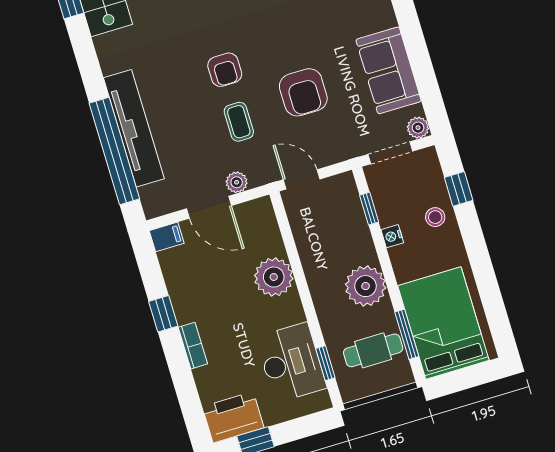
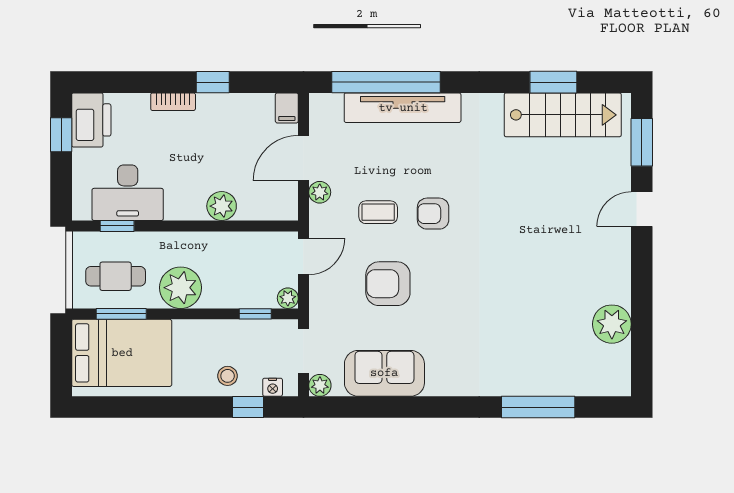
plant: (345, 182) -> (288, 298), added
nightstand: (392, 236) -> (273, 387), moved, turned 180
plant: (274, 277) -> (222, 206), width x0.73, depth x0.73
cafe table: (373, 350) -> (116, 276), turned 90

